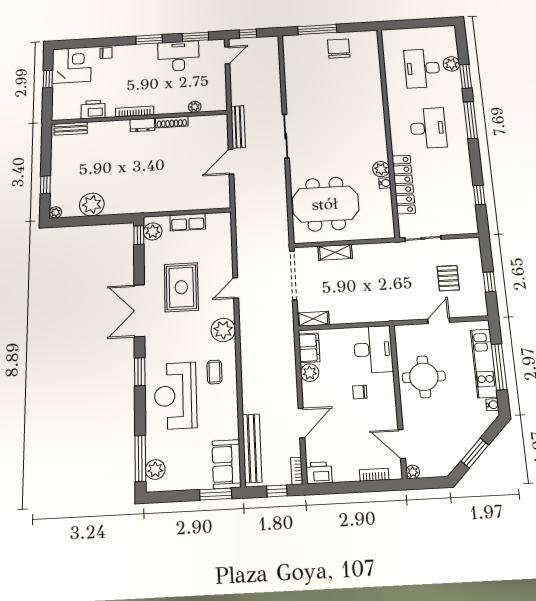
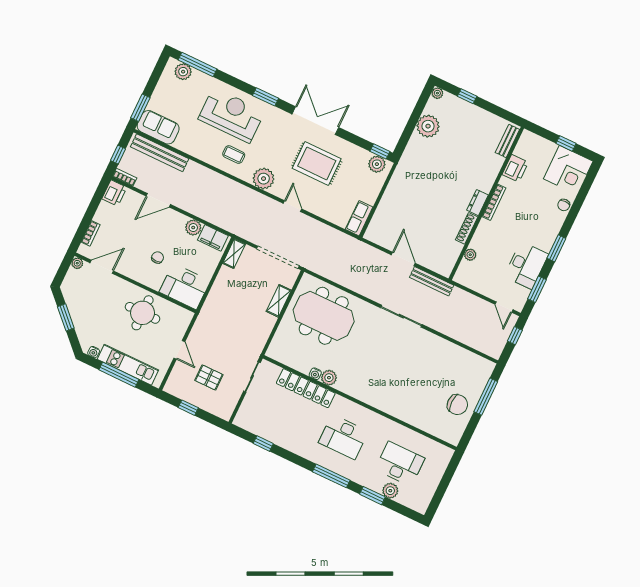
meeting table: (325, 204) -> (324, 316), turned 90
row of seats: (188, 222) -> (359, 218), moved
door: (301, 423) -> (158, 200), hinge flipped

